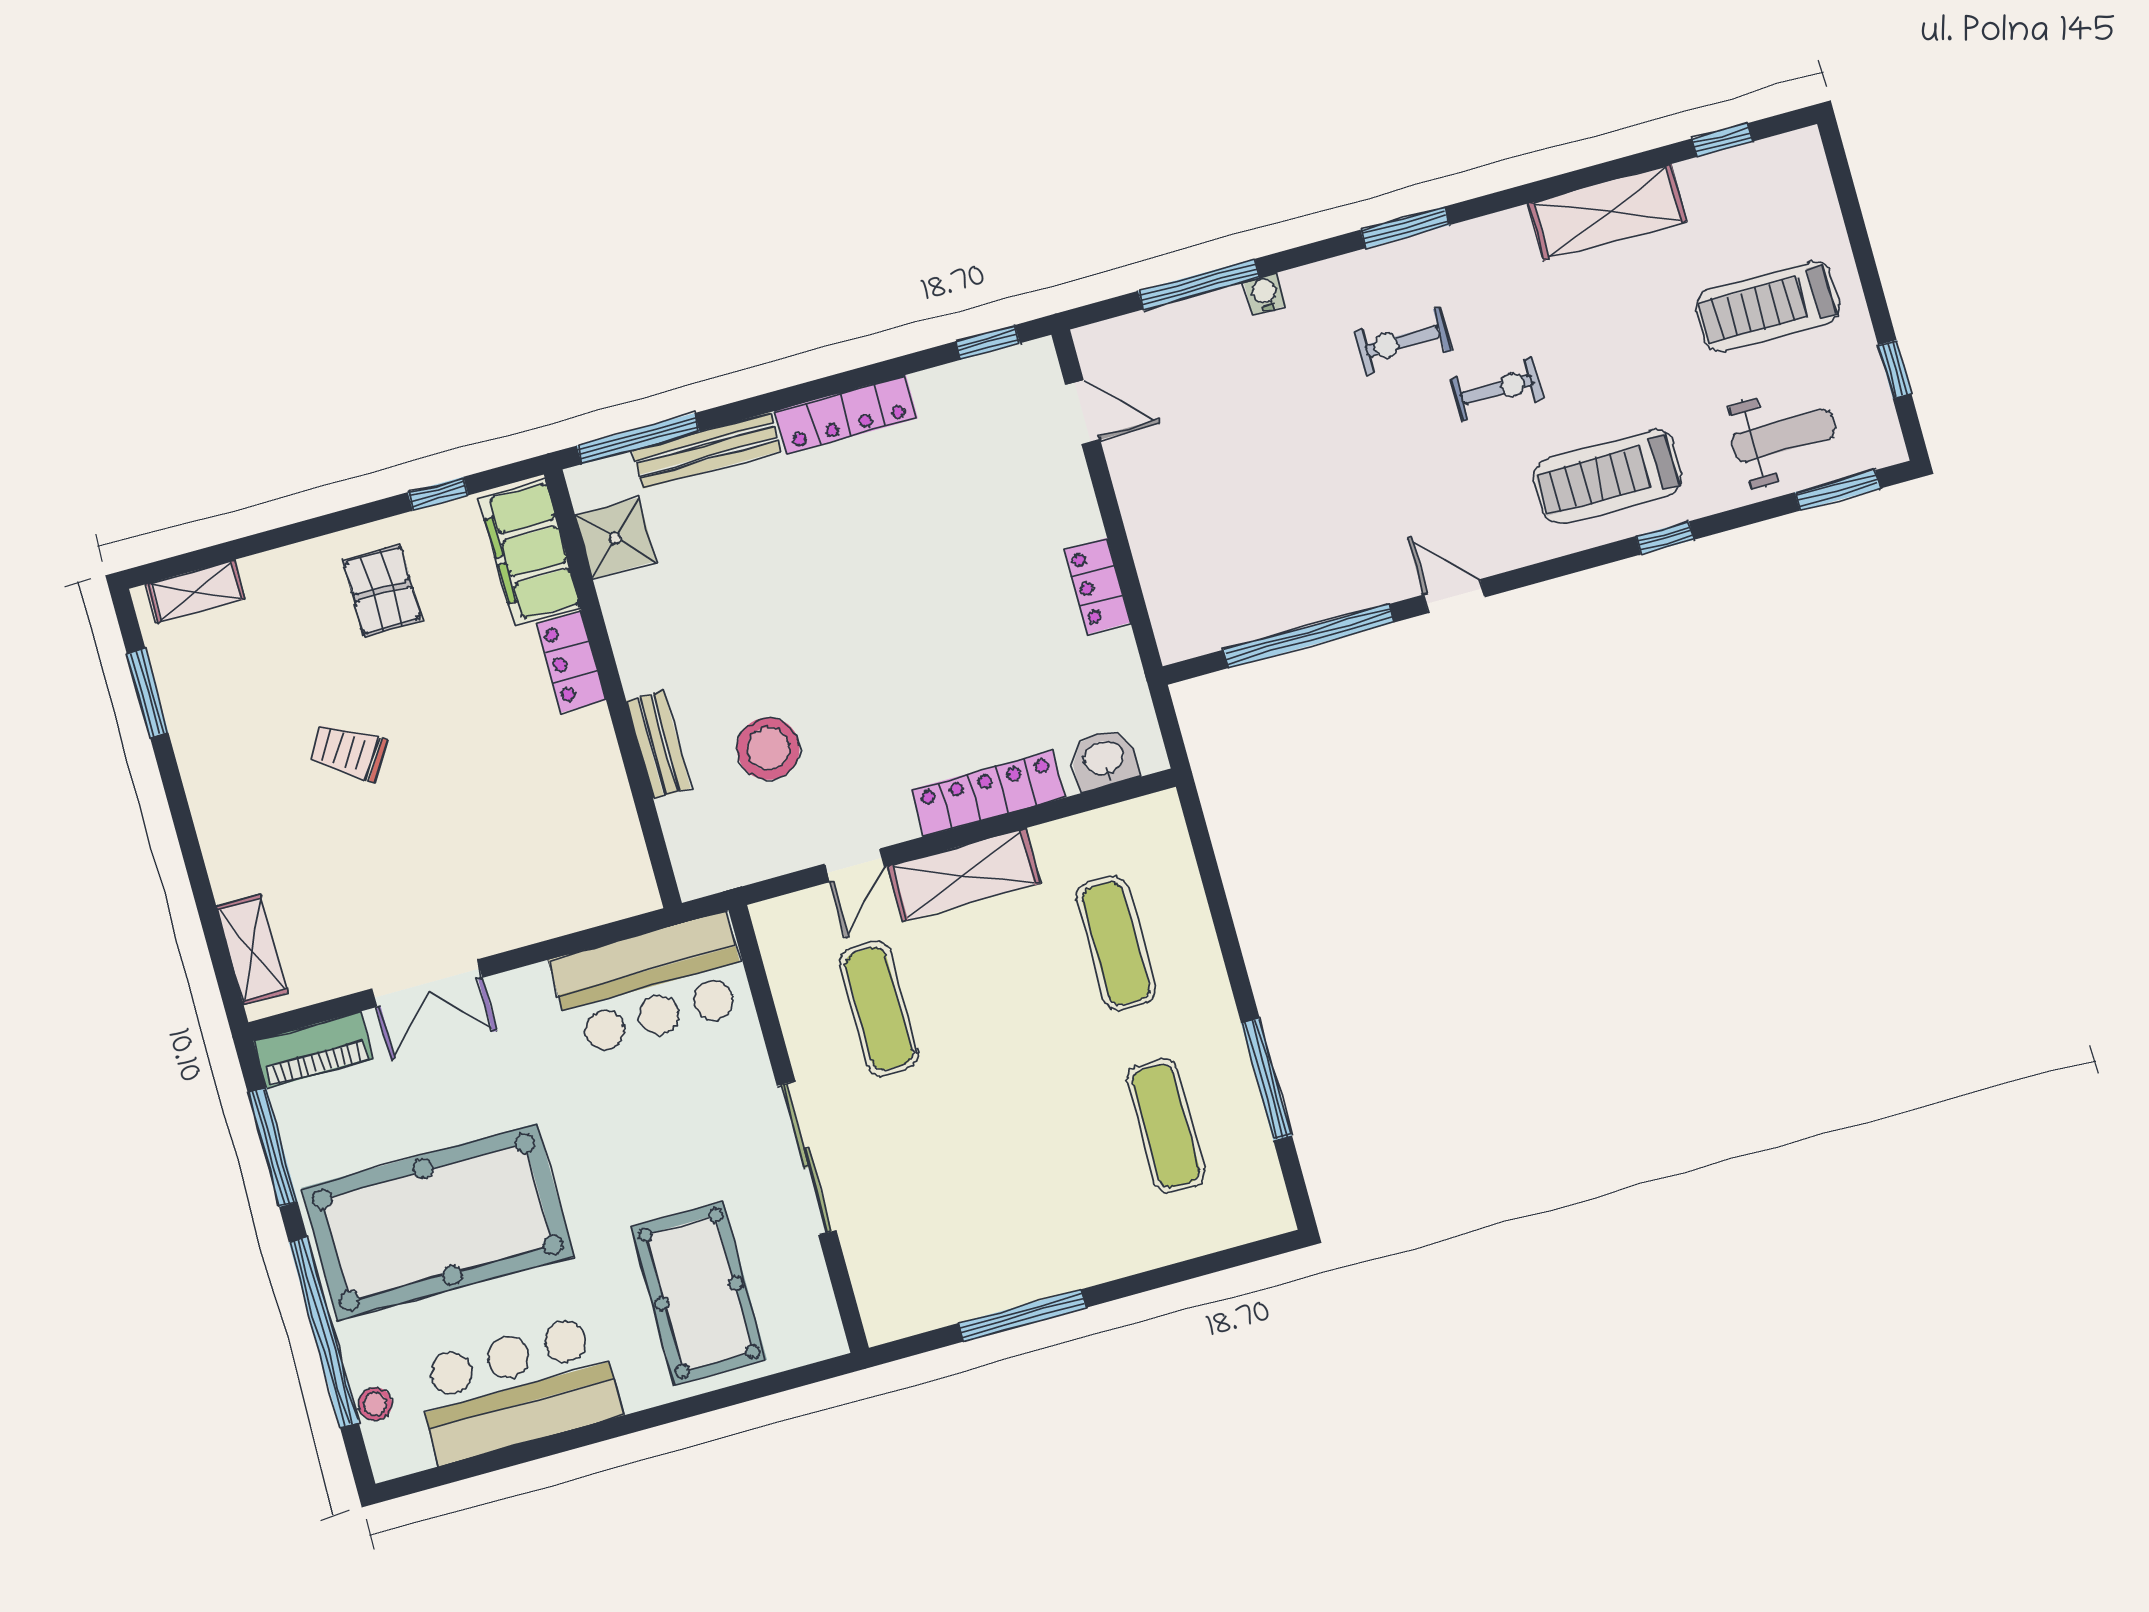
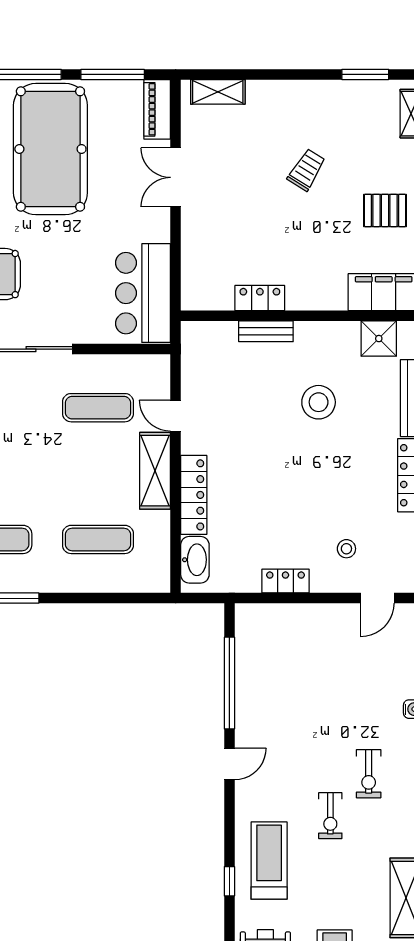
exercise bike: (1403, 341) -> (369, 774), turned 180
stool: (1009, 492) -> (346, 549), added
locker: (571, 662) -> (260, 298), moved
stool: (768, 749) -> (319, 402), moved
washbasin: (1104, 759) -> (195, 560), width x1.38

